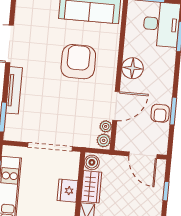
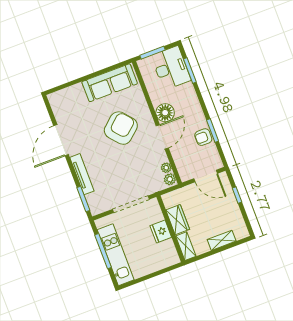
armchair: (78, 62) -> (121, 128), turned 49
door: (116, 106) -> (162, 137), moved
armchair: (160, 113) -> (203, 137), turned 90
boiler: (92, 162) -> (169, 201), removed

